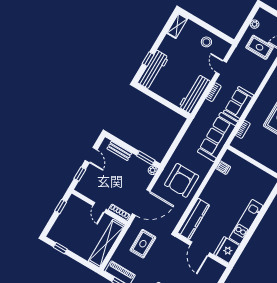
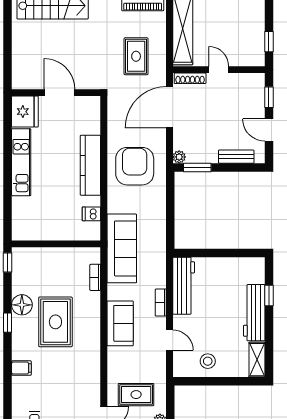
workbench: (153, 70) -> (254, 313), moved
sofa: (239, 104) -> (120, 323), moved
kitchen counter: (193, 219) -> (90, 165), moved

